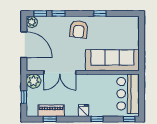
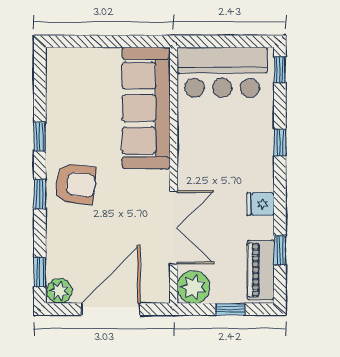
window: (59, 13) -> (40, 194), moved
piano: (51, 111) -> (261, 270), moved
fridge: (84, 111) -> (260, 204), moved

